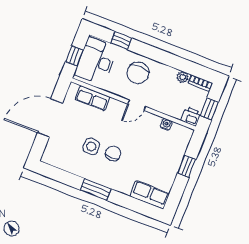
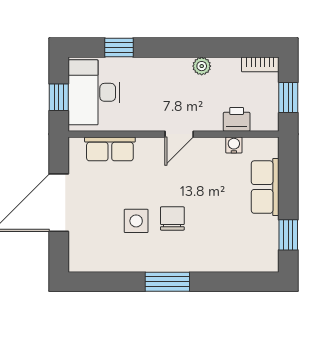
chair: (138, 73) -> (162, 86), removed
plant: (183, 77) -> (202, 66), moved
printer: (191, 117) -> (237, 119), moved
window: (187, 166) -> (288, 235), moved
row of seats: (150, 195) -> (265, 187), moved, turned -90

